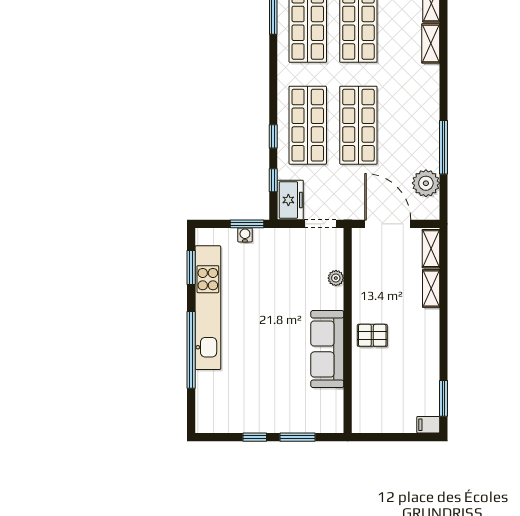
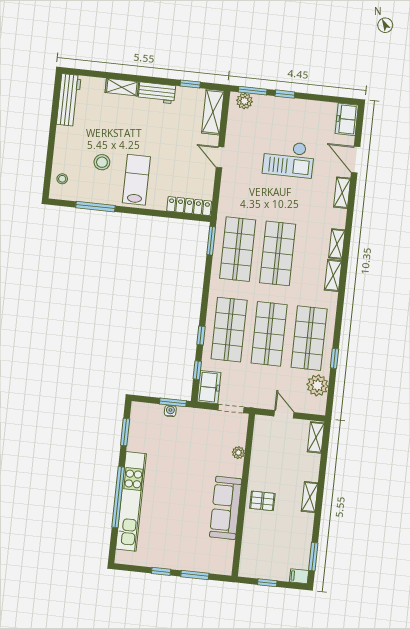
shop shelf: (409, 125) -> (309, 338), added
window: (444, 147) -> (334, 358), width x0.46
door: (388, 224) -> (284, 414), width x0.53
shelving: (431, 288) -> (310, 497), moved
kitchen unit: (208, 308) -> (131, 501), moved
window: (389, 437) -> (267, 583), added

